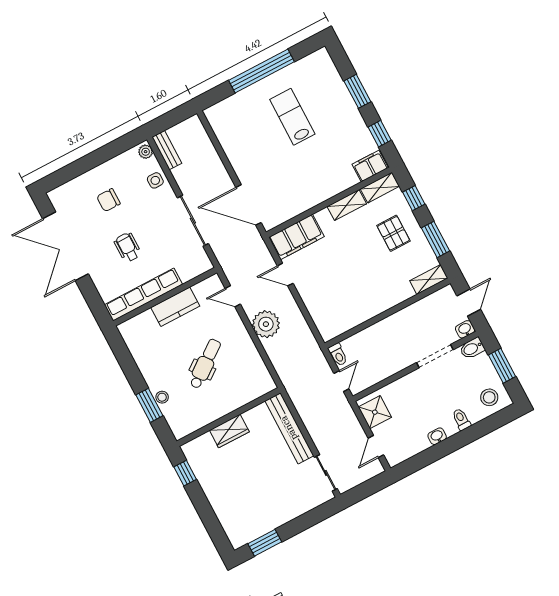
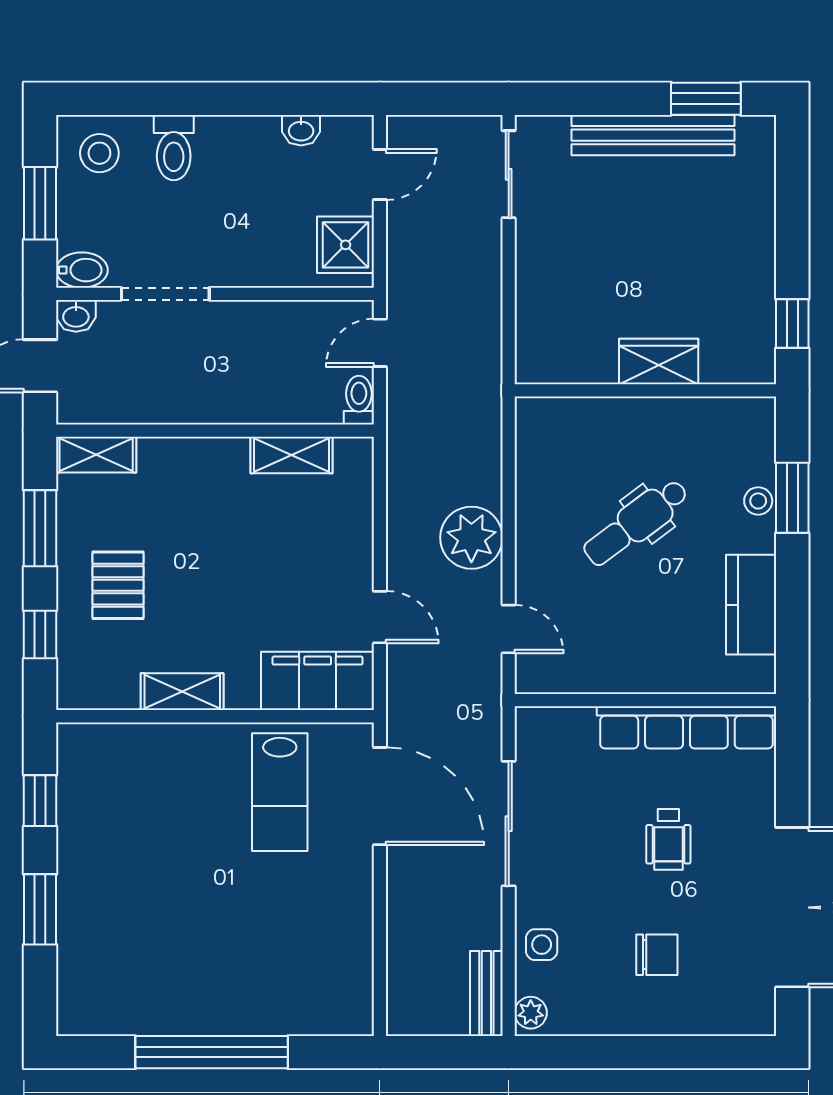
lab bench: (292, 117) -> (280, 792), moved
filing cabinet: (370, 166) -> (94, 745), removed
shelving: (380, 188) -> (292, 455), moved
kitchen counter: (175, 307) -> (751, 605), moved, turned -90
toilet: (461, 419) -> (174, 148), width x1.37, depth x1.39
bench: (289, 428) -> (653, 135), moved, turned 90
washbasin: (437, 436) -> (301, 130), moved

